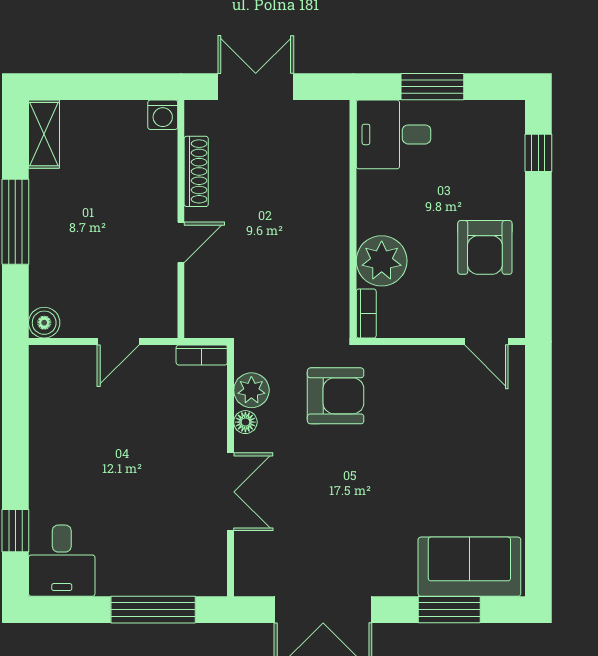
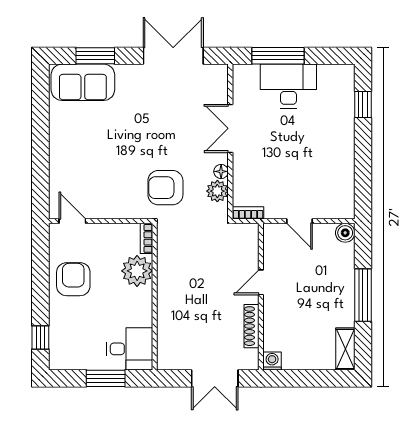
door: (118, 342) -> (300, 221), swing flipped
desk: (62, 561) -> (288, 86), moved, width x1.37

